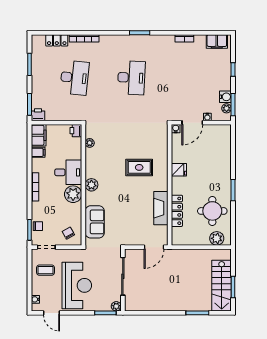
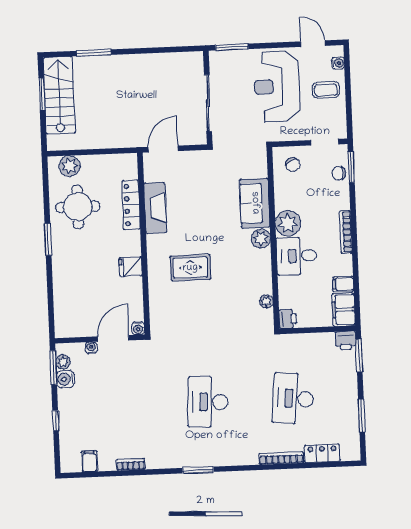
filing cabinet: (217, 42) -> (90, 461), width x0.50
sofa: (95, 222) -> (255, 203), moved
coffee table: (45, 270) -> (326, 90), moved
plant: (116, 306) -> (216, 58), removed

